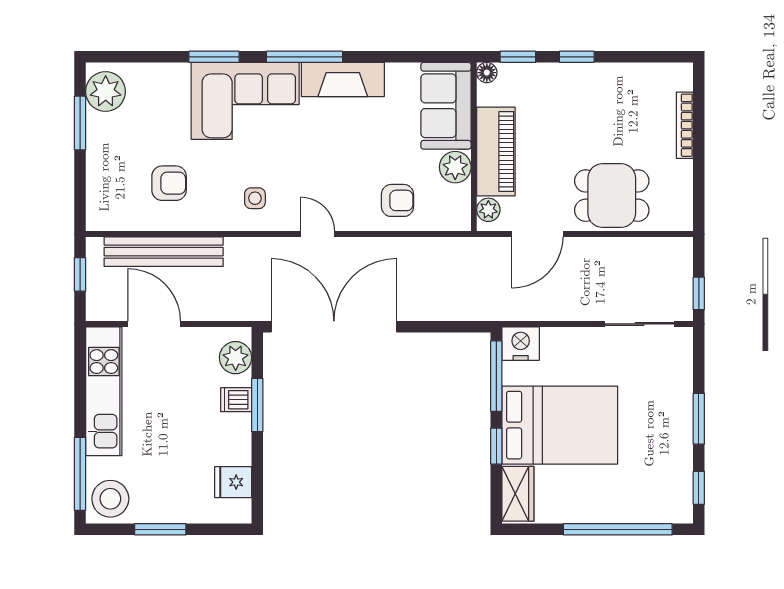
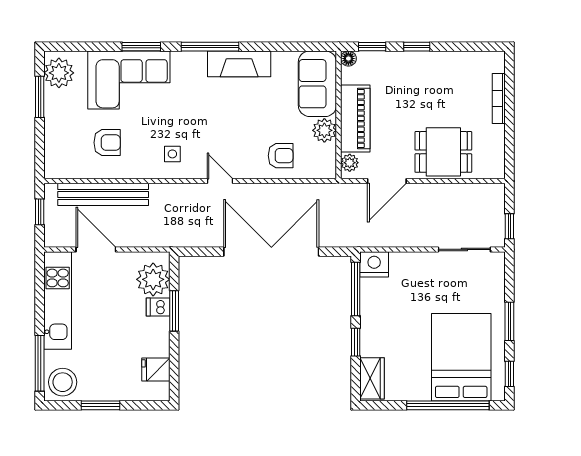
corner sofa: (245, 101) -> (129, 80), moved
double door: (334, 327) -> (271, 252), moved
plant: (236, 358) -> (153, 279), width x1.36, depth x1.36
bed: (560, 425) -> (461, 357), moved, turned -90

